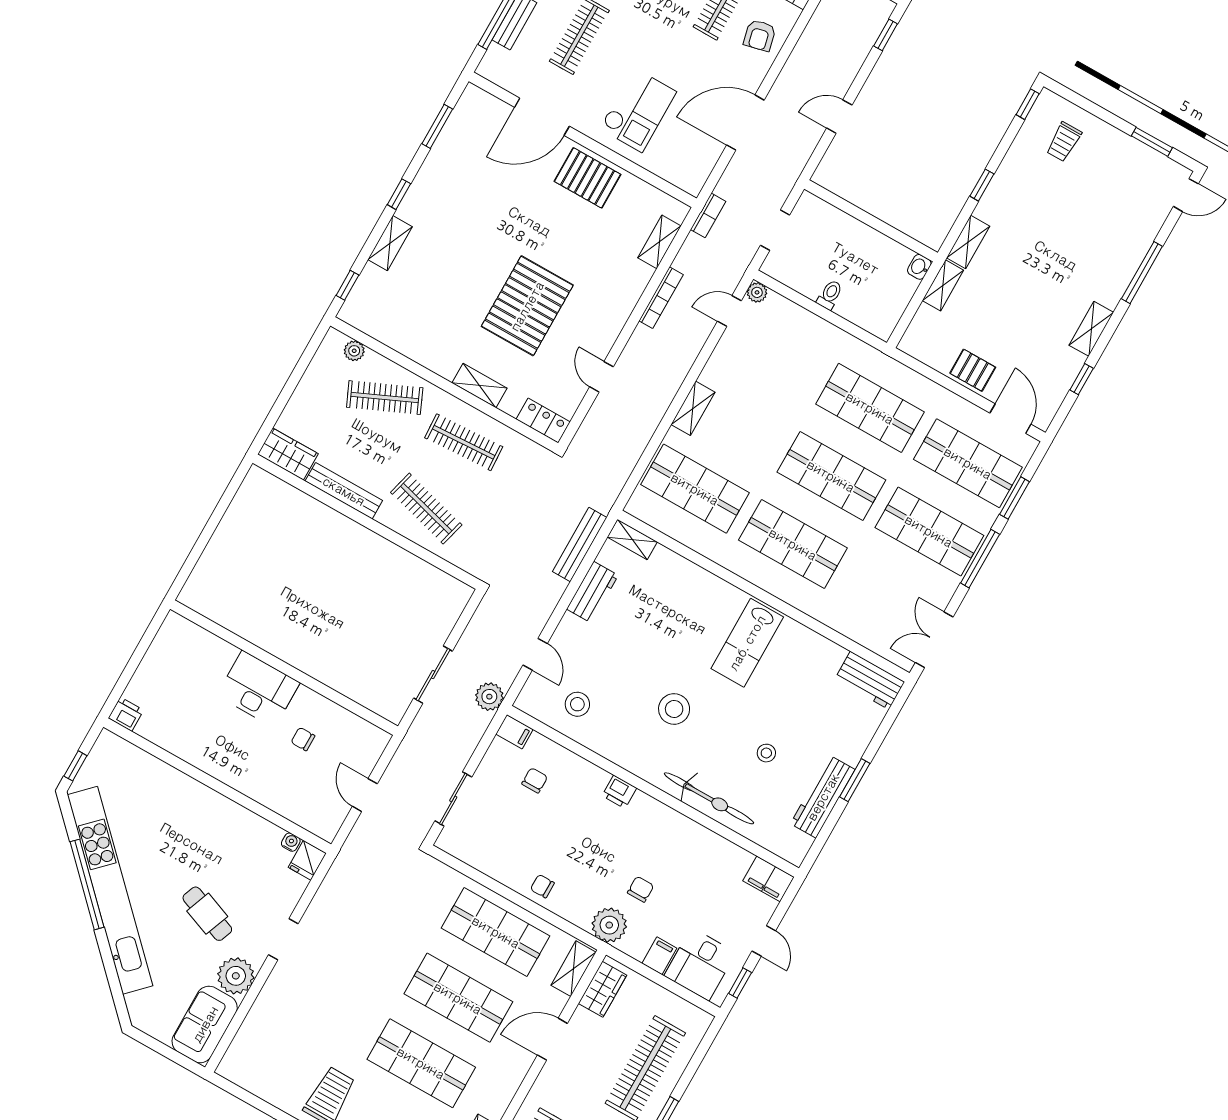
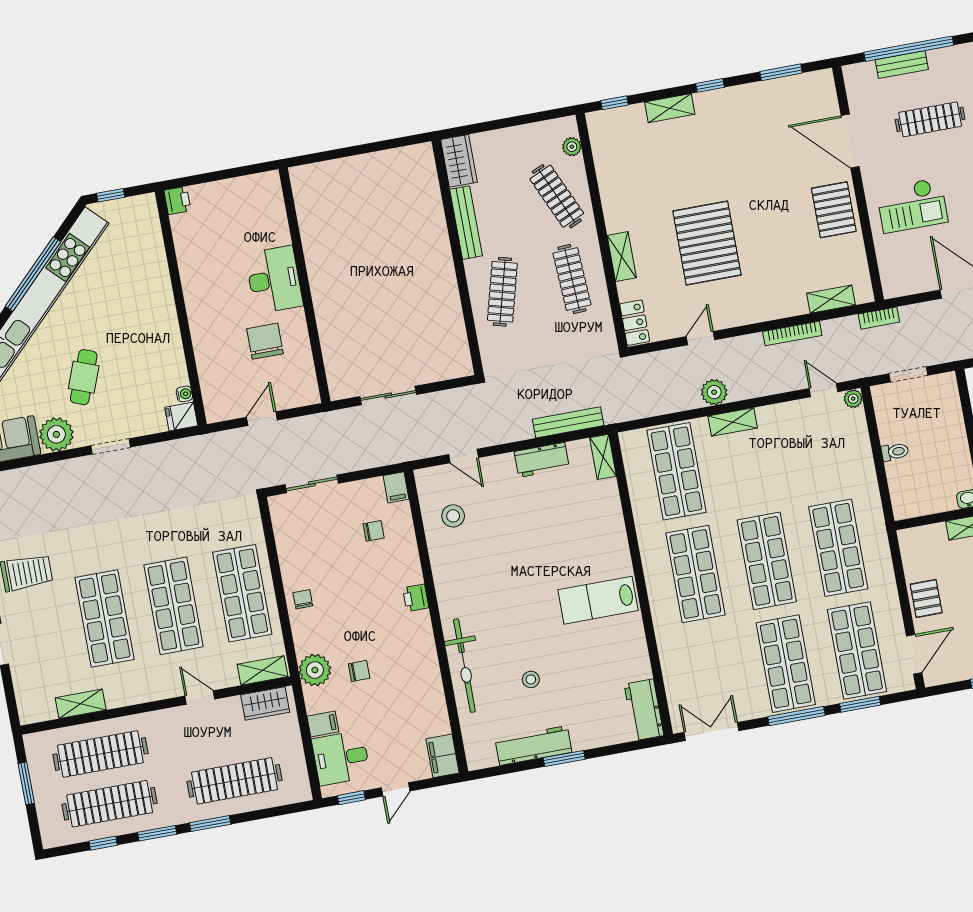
pallet: (527, 306) -> (707, 243), turned 90
door: (535, 654) -> (464, 456), hinge flipped
plant: (489, 697) -> (714, 392), moved
stool: (674, 709) -> (507, 588), removed
chair: (303, 739) -> (265, 341), width x1.87, depth x1.87
door: (552, 1039) -> (200, 698), width x0.73

